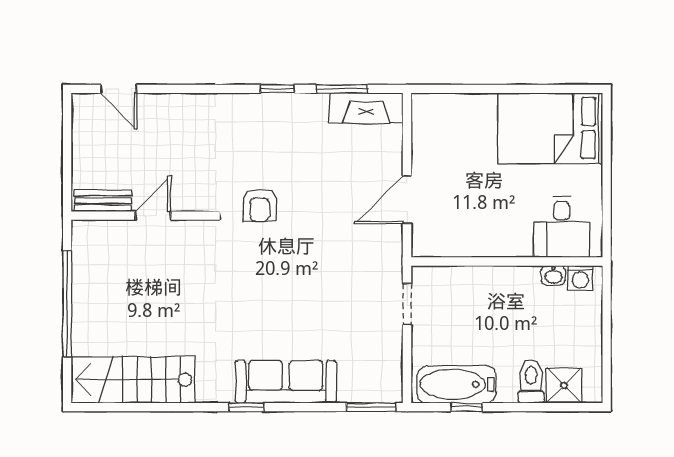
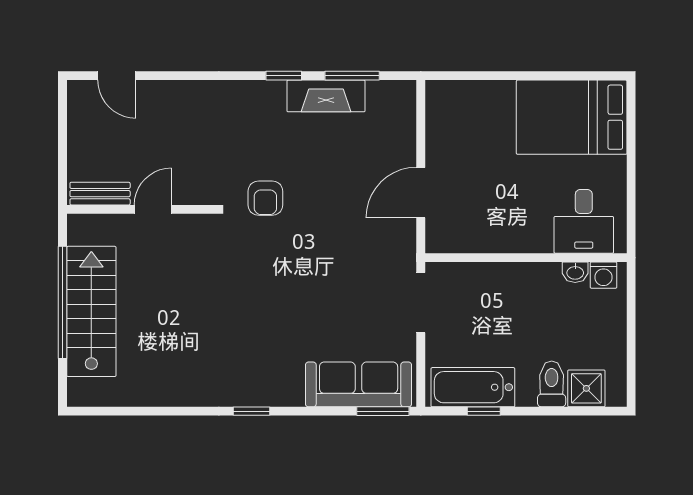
fireplace: (366, 108) -> (326, 96), moved
doorway: (407, 304) -> (421, 303), width x1.38
stairs: (133, 380) -> (91, 311), moved, turned 90
sofa: (286, 382) -> (359, 384), moved

